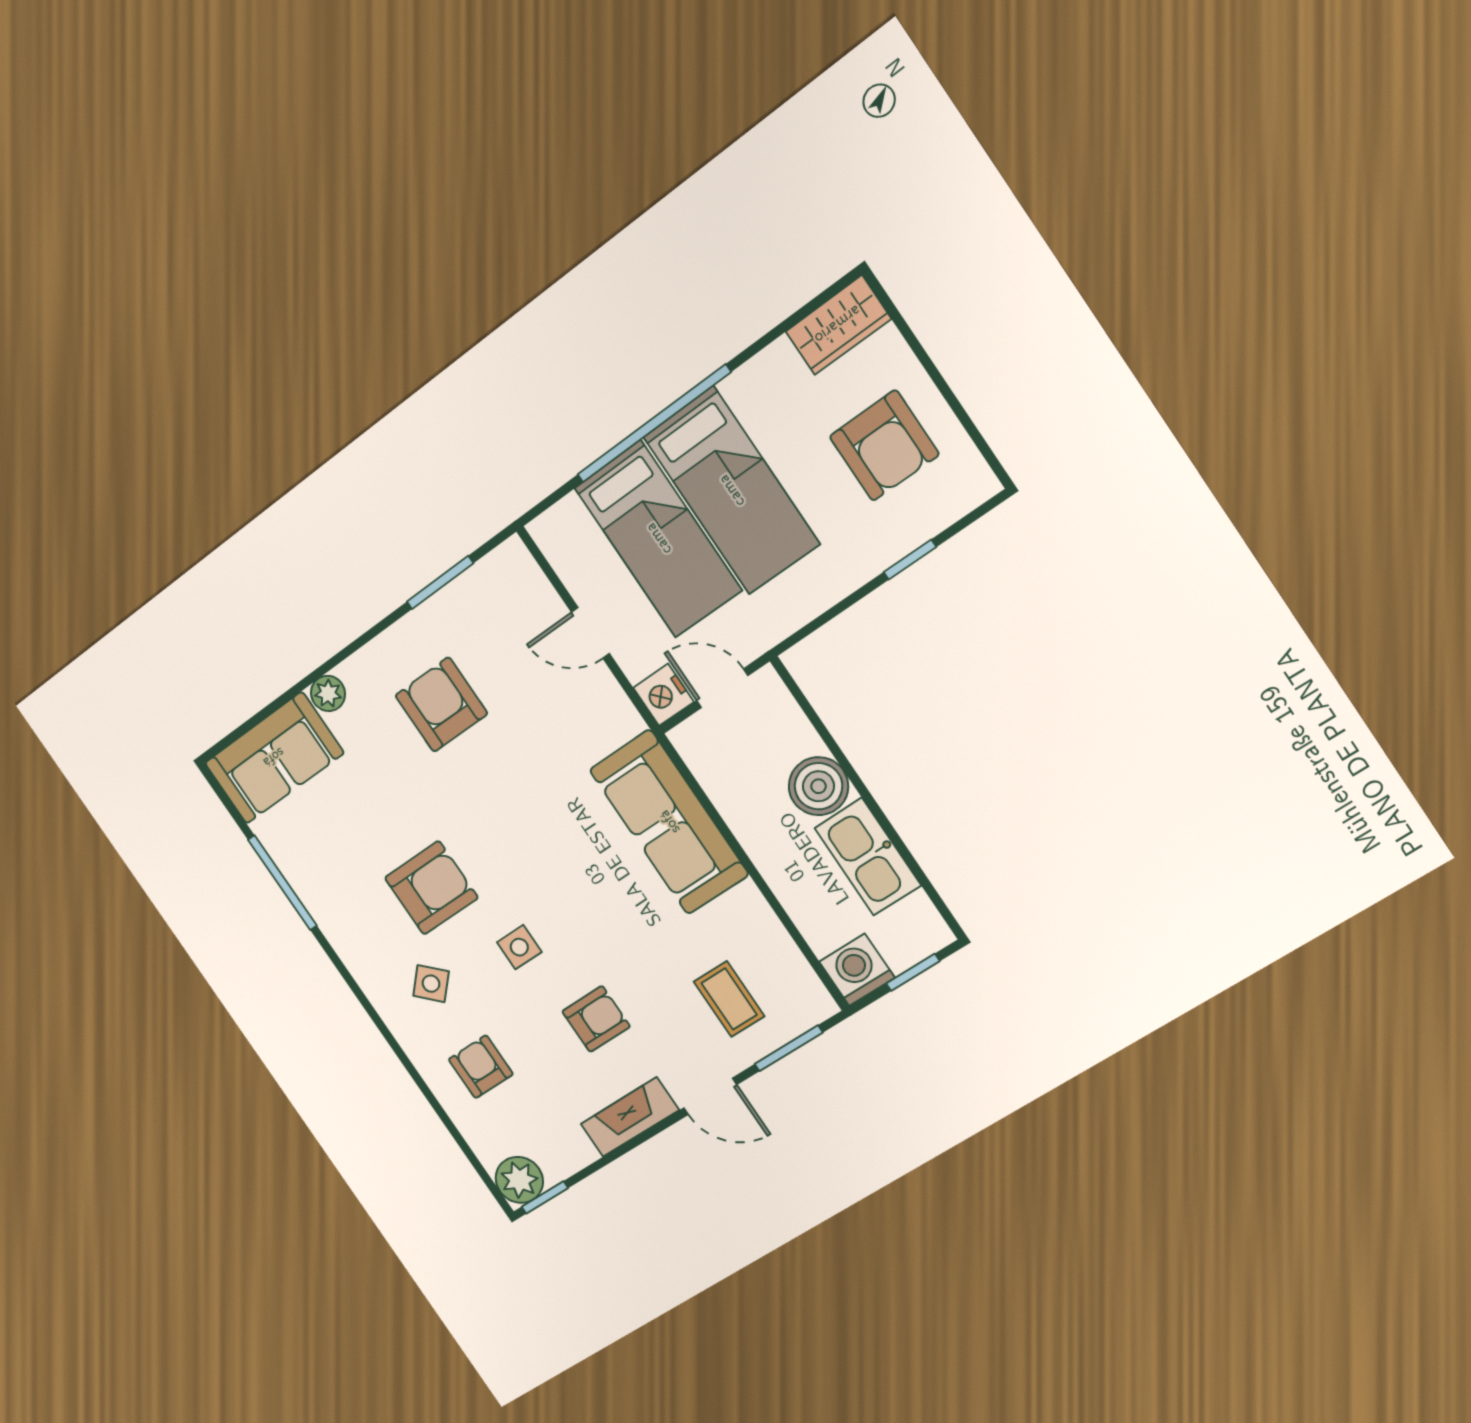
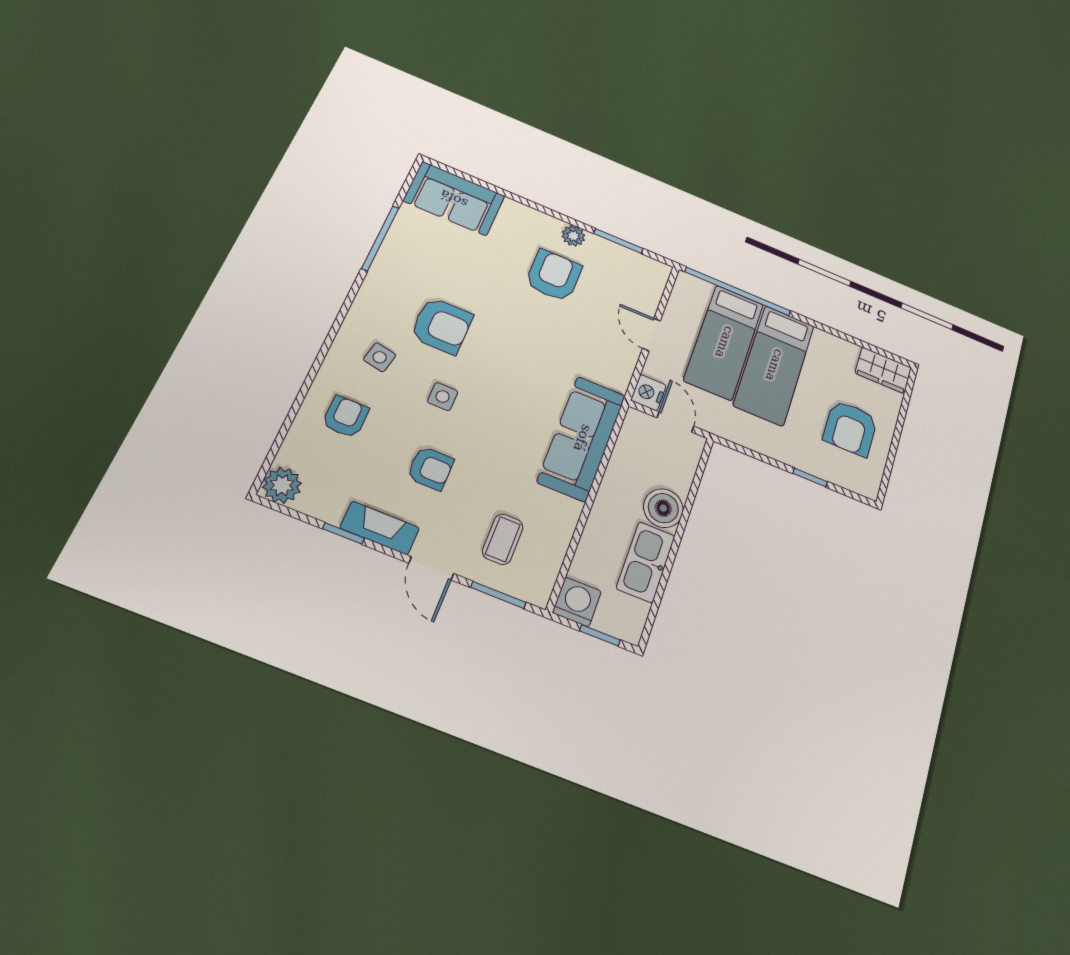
window: (653, 424) -> (738, 291), moved
plant: (328, 693) -> (573, 236), moved
side table: (431, 984) -> (380, 357), turned -33
window: (545, 1197) -> (343, 533), moved

